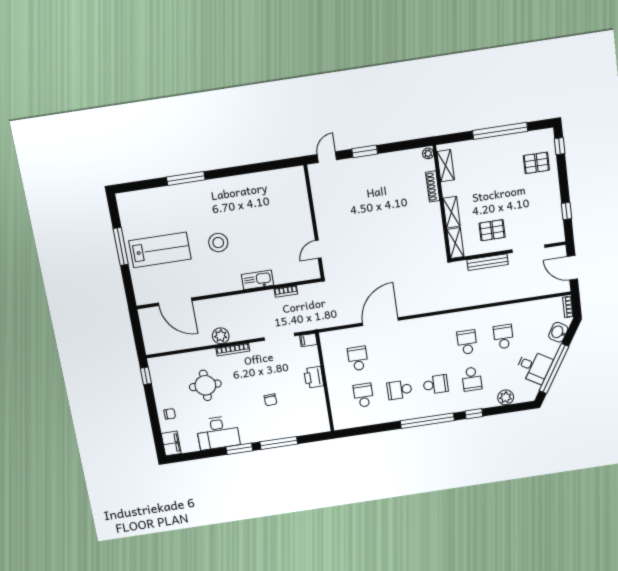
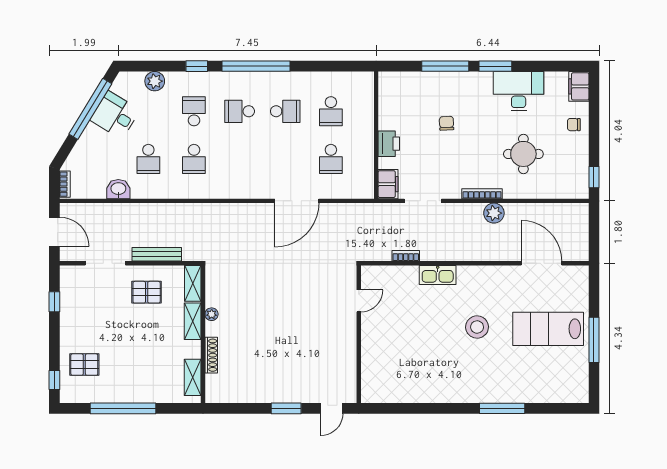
plant: (428, 153) -> (212, 314), moved
washbasin: (558, 332) -> (118, 189), moved, turned -121
filing cabinet: (308, 340) -> (388, 184), width x2.00

